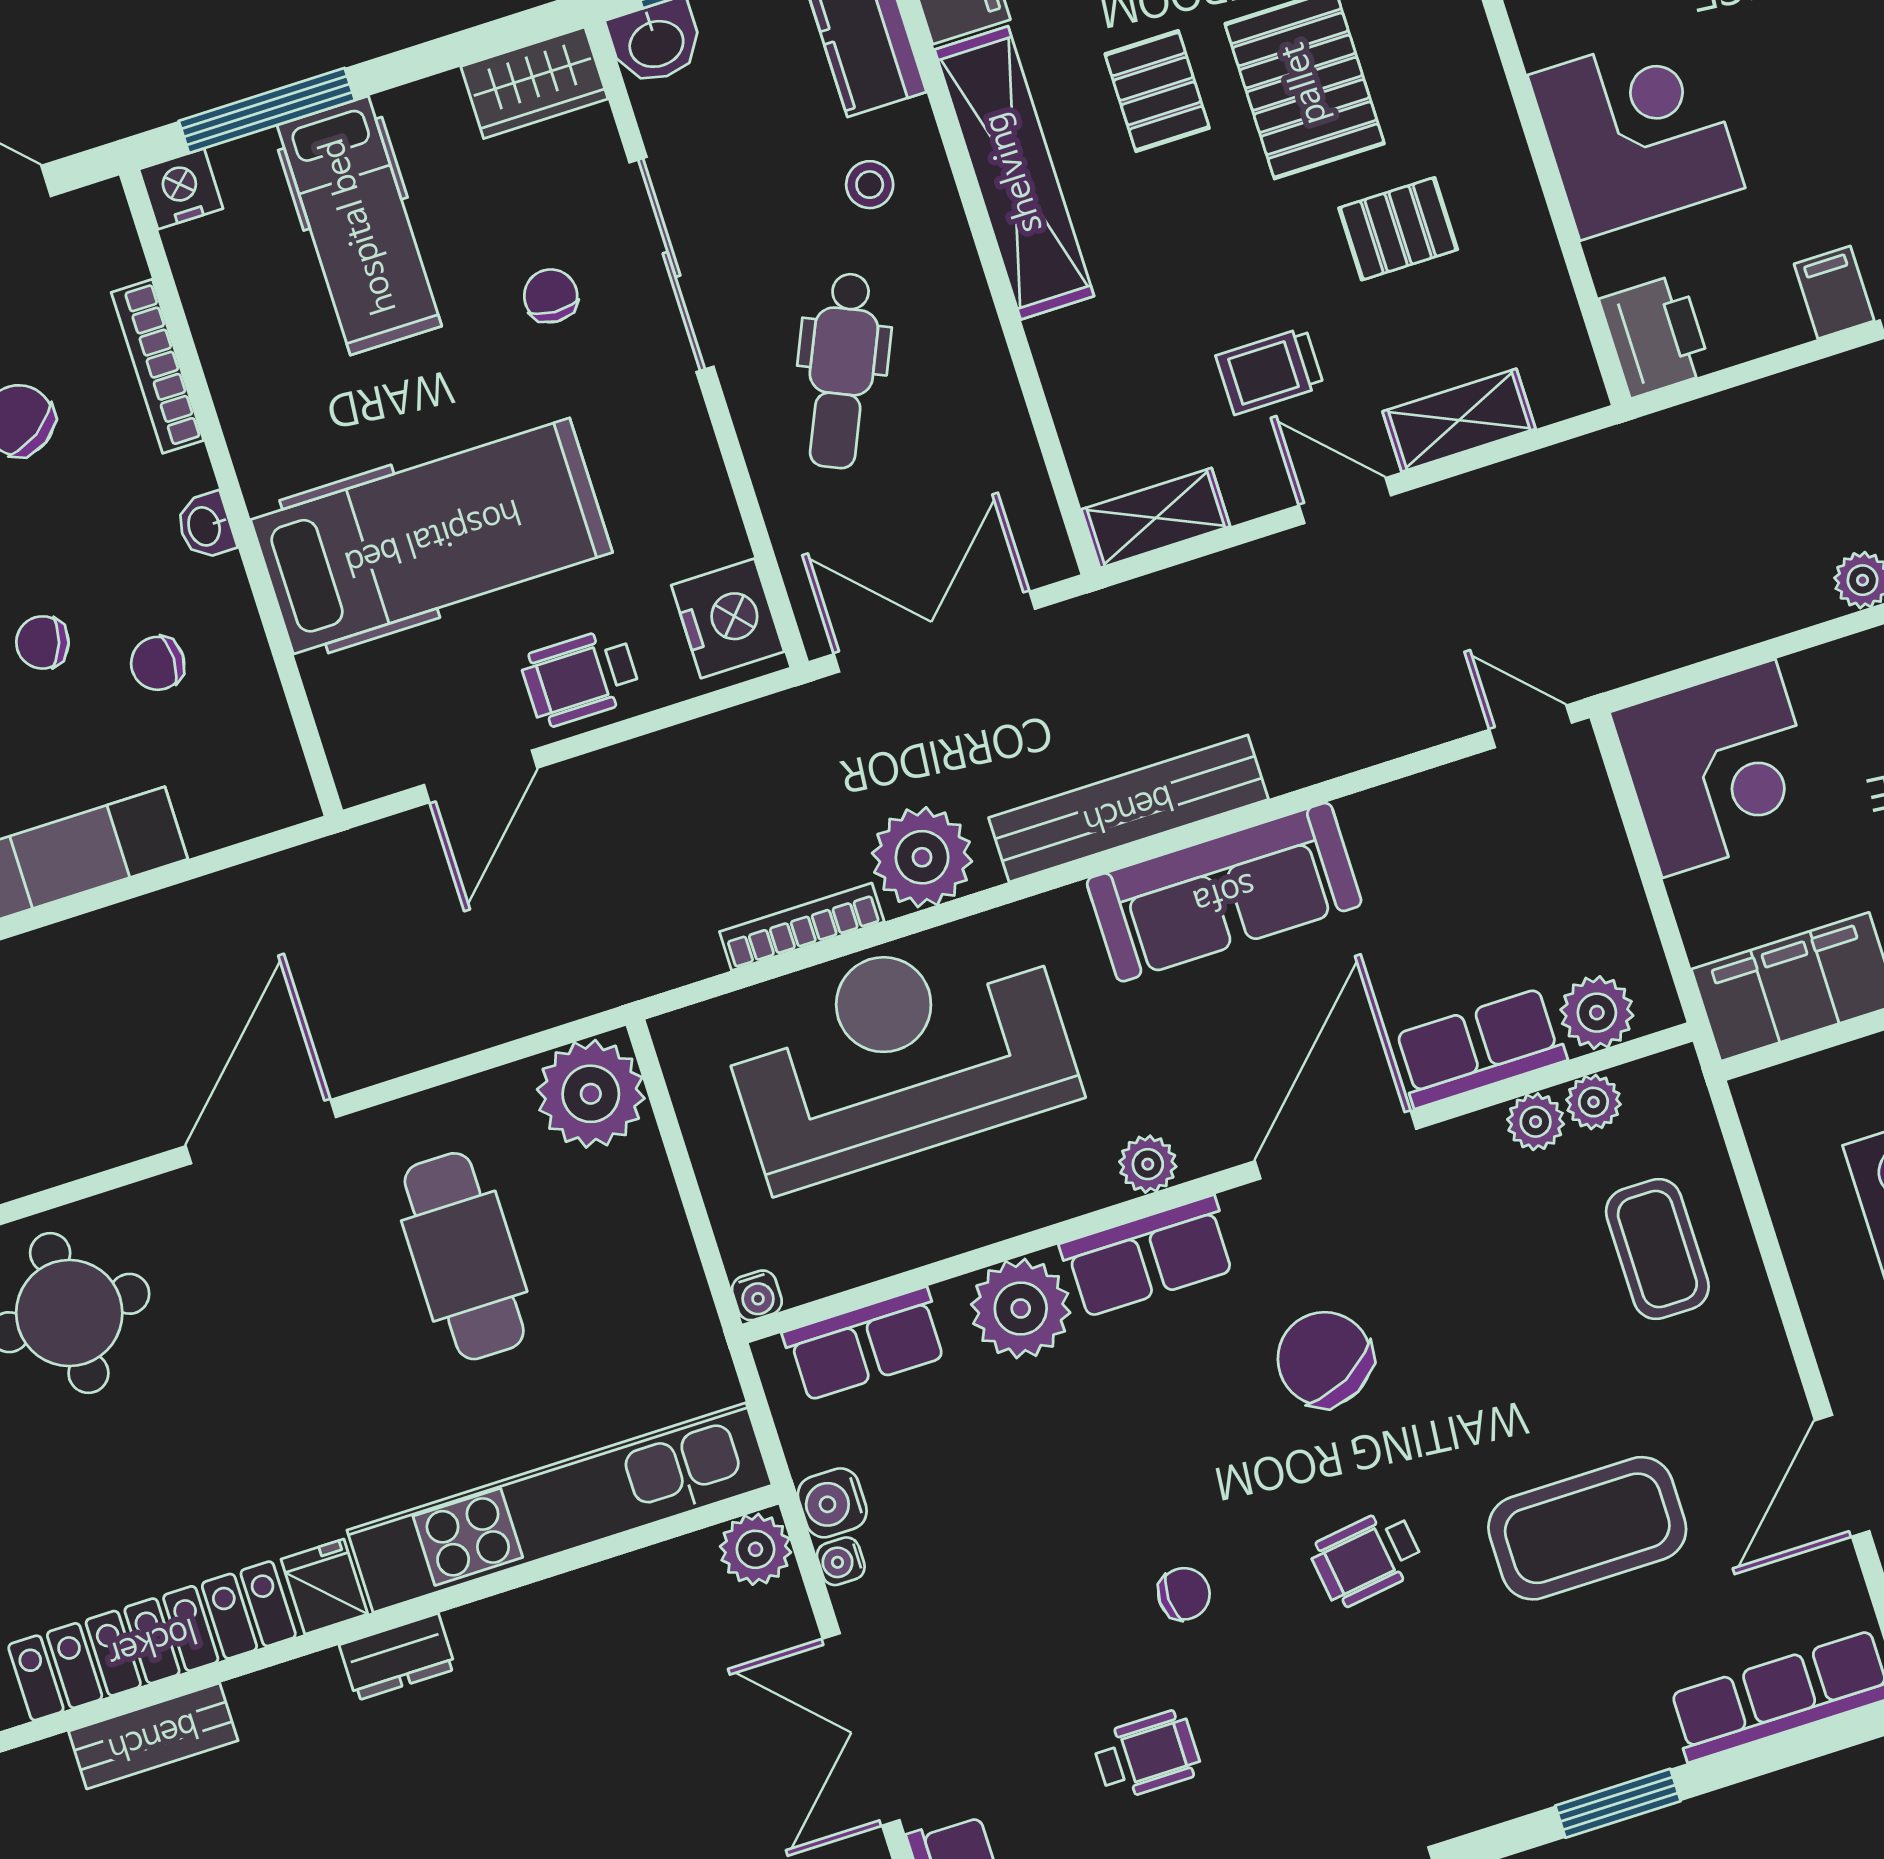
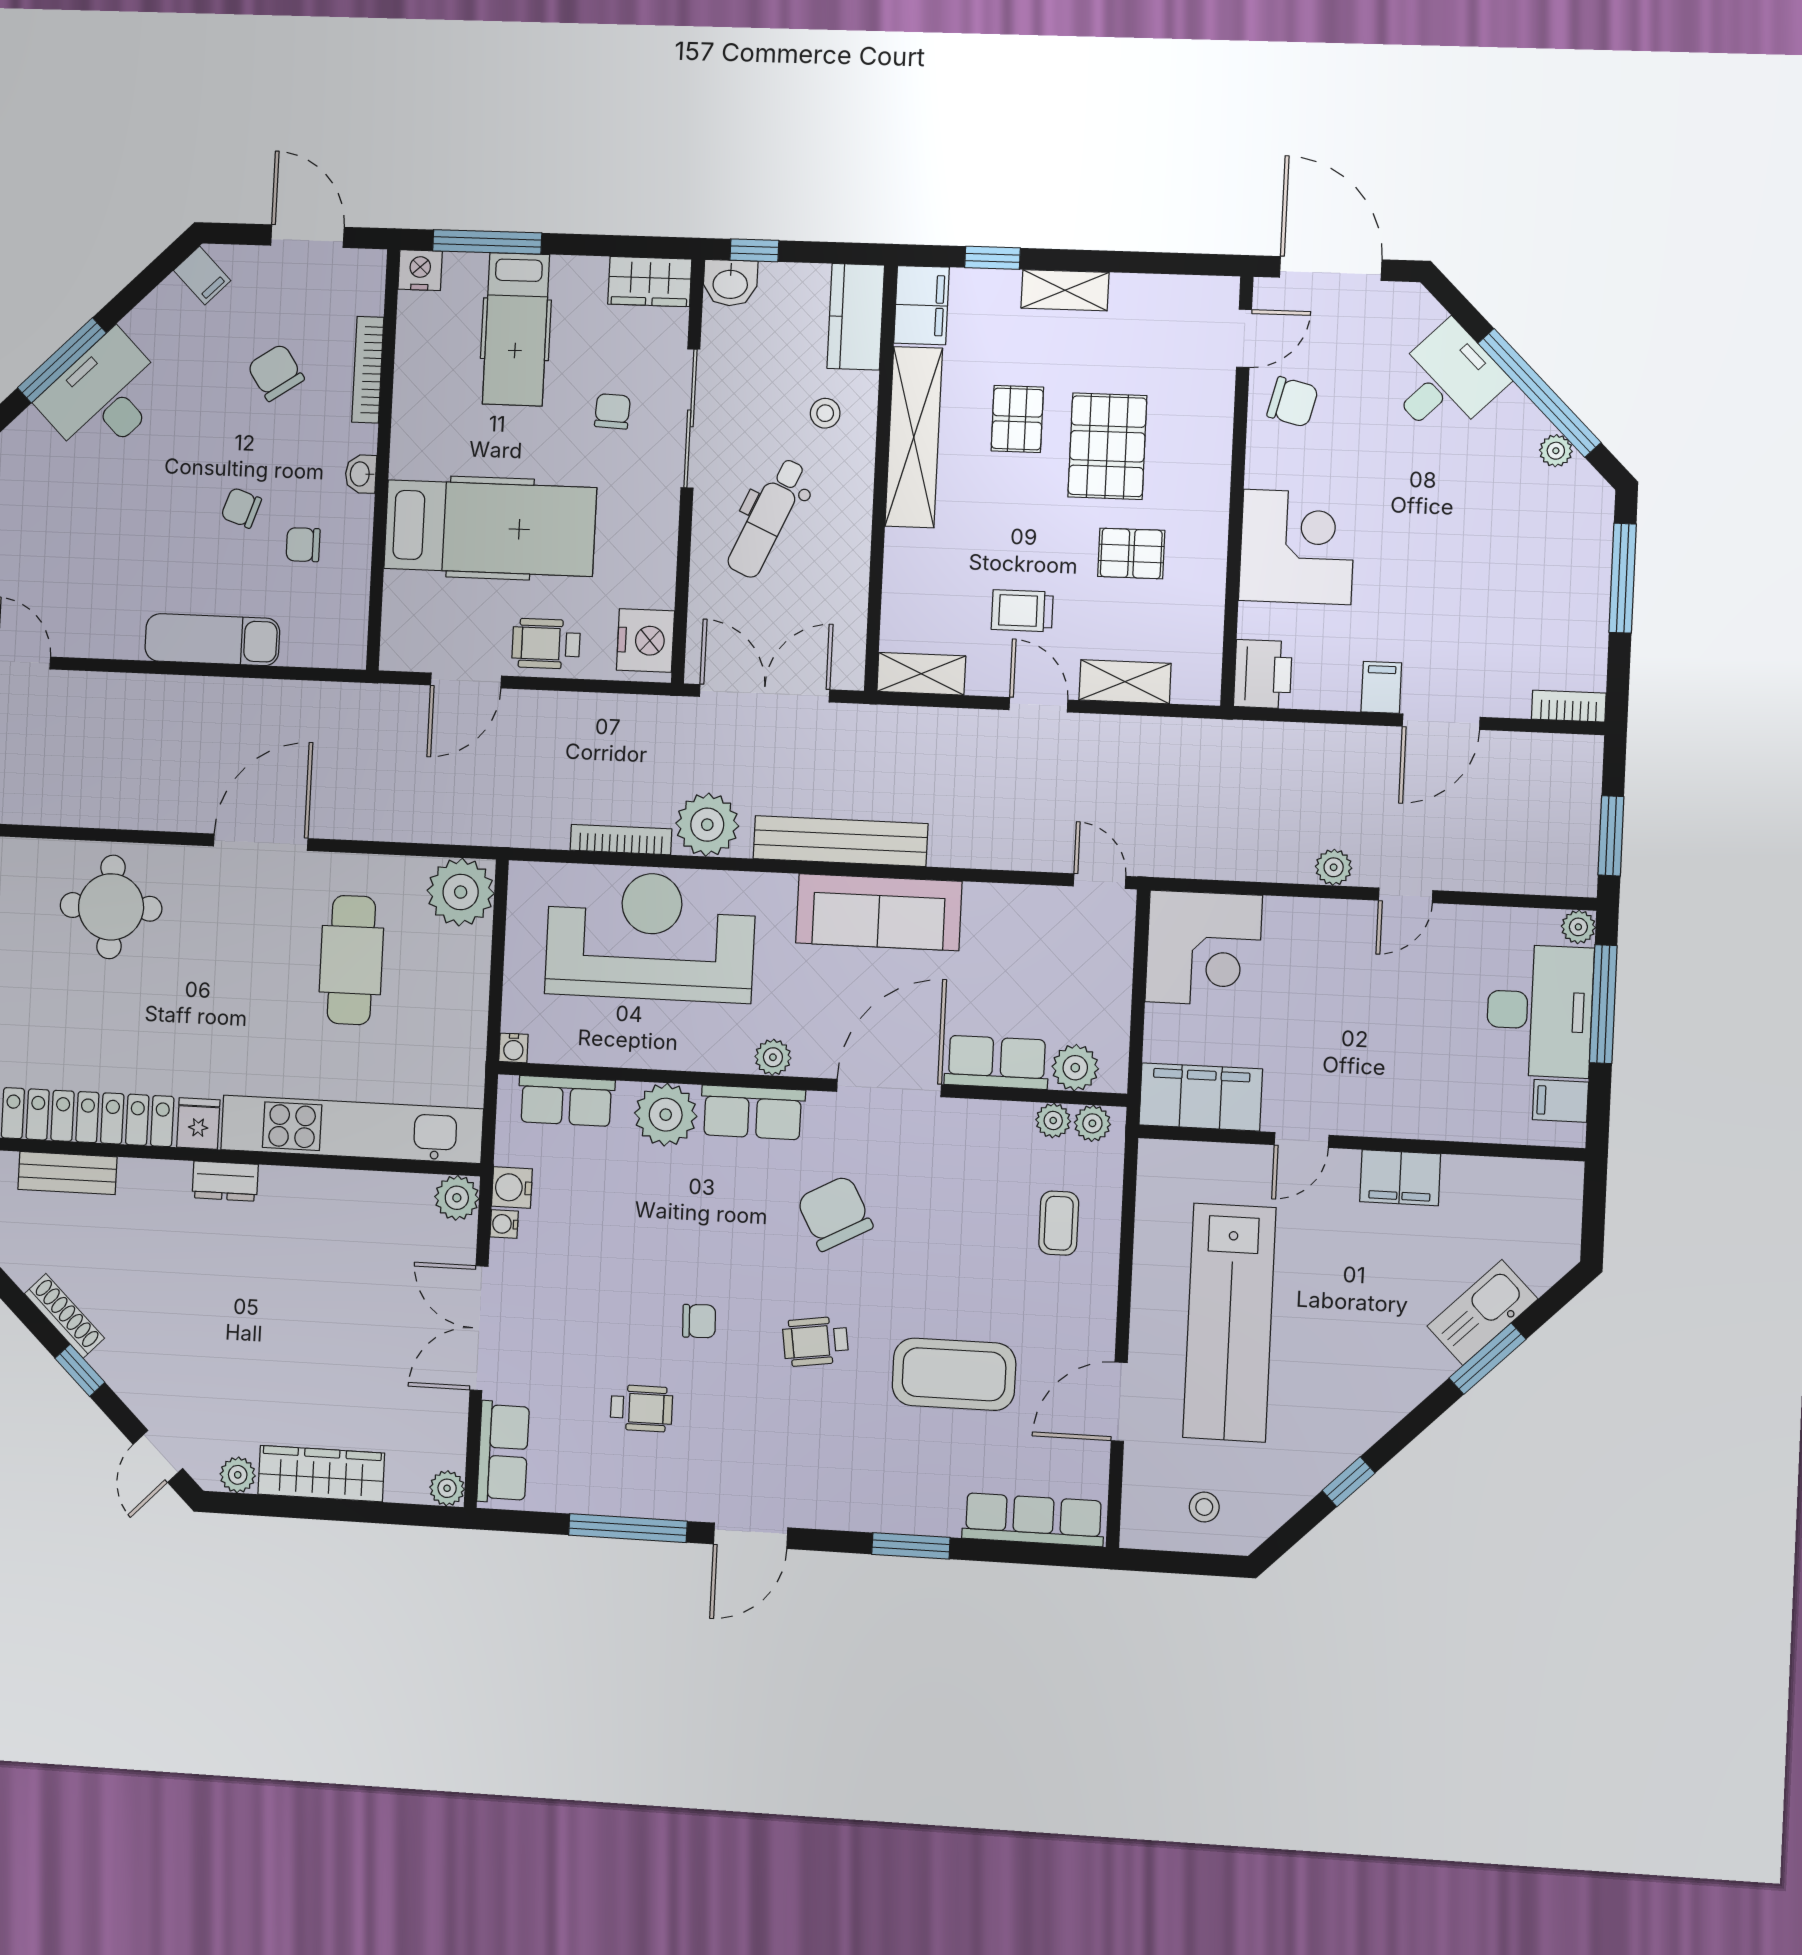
plant: (1536, 1122) -> (1092, 1123), moved
coffee table: (1657, 1249) -> (1059, 1223), width x0.73, depth x0.77

